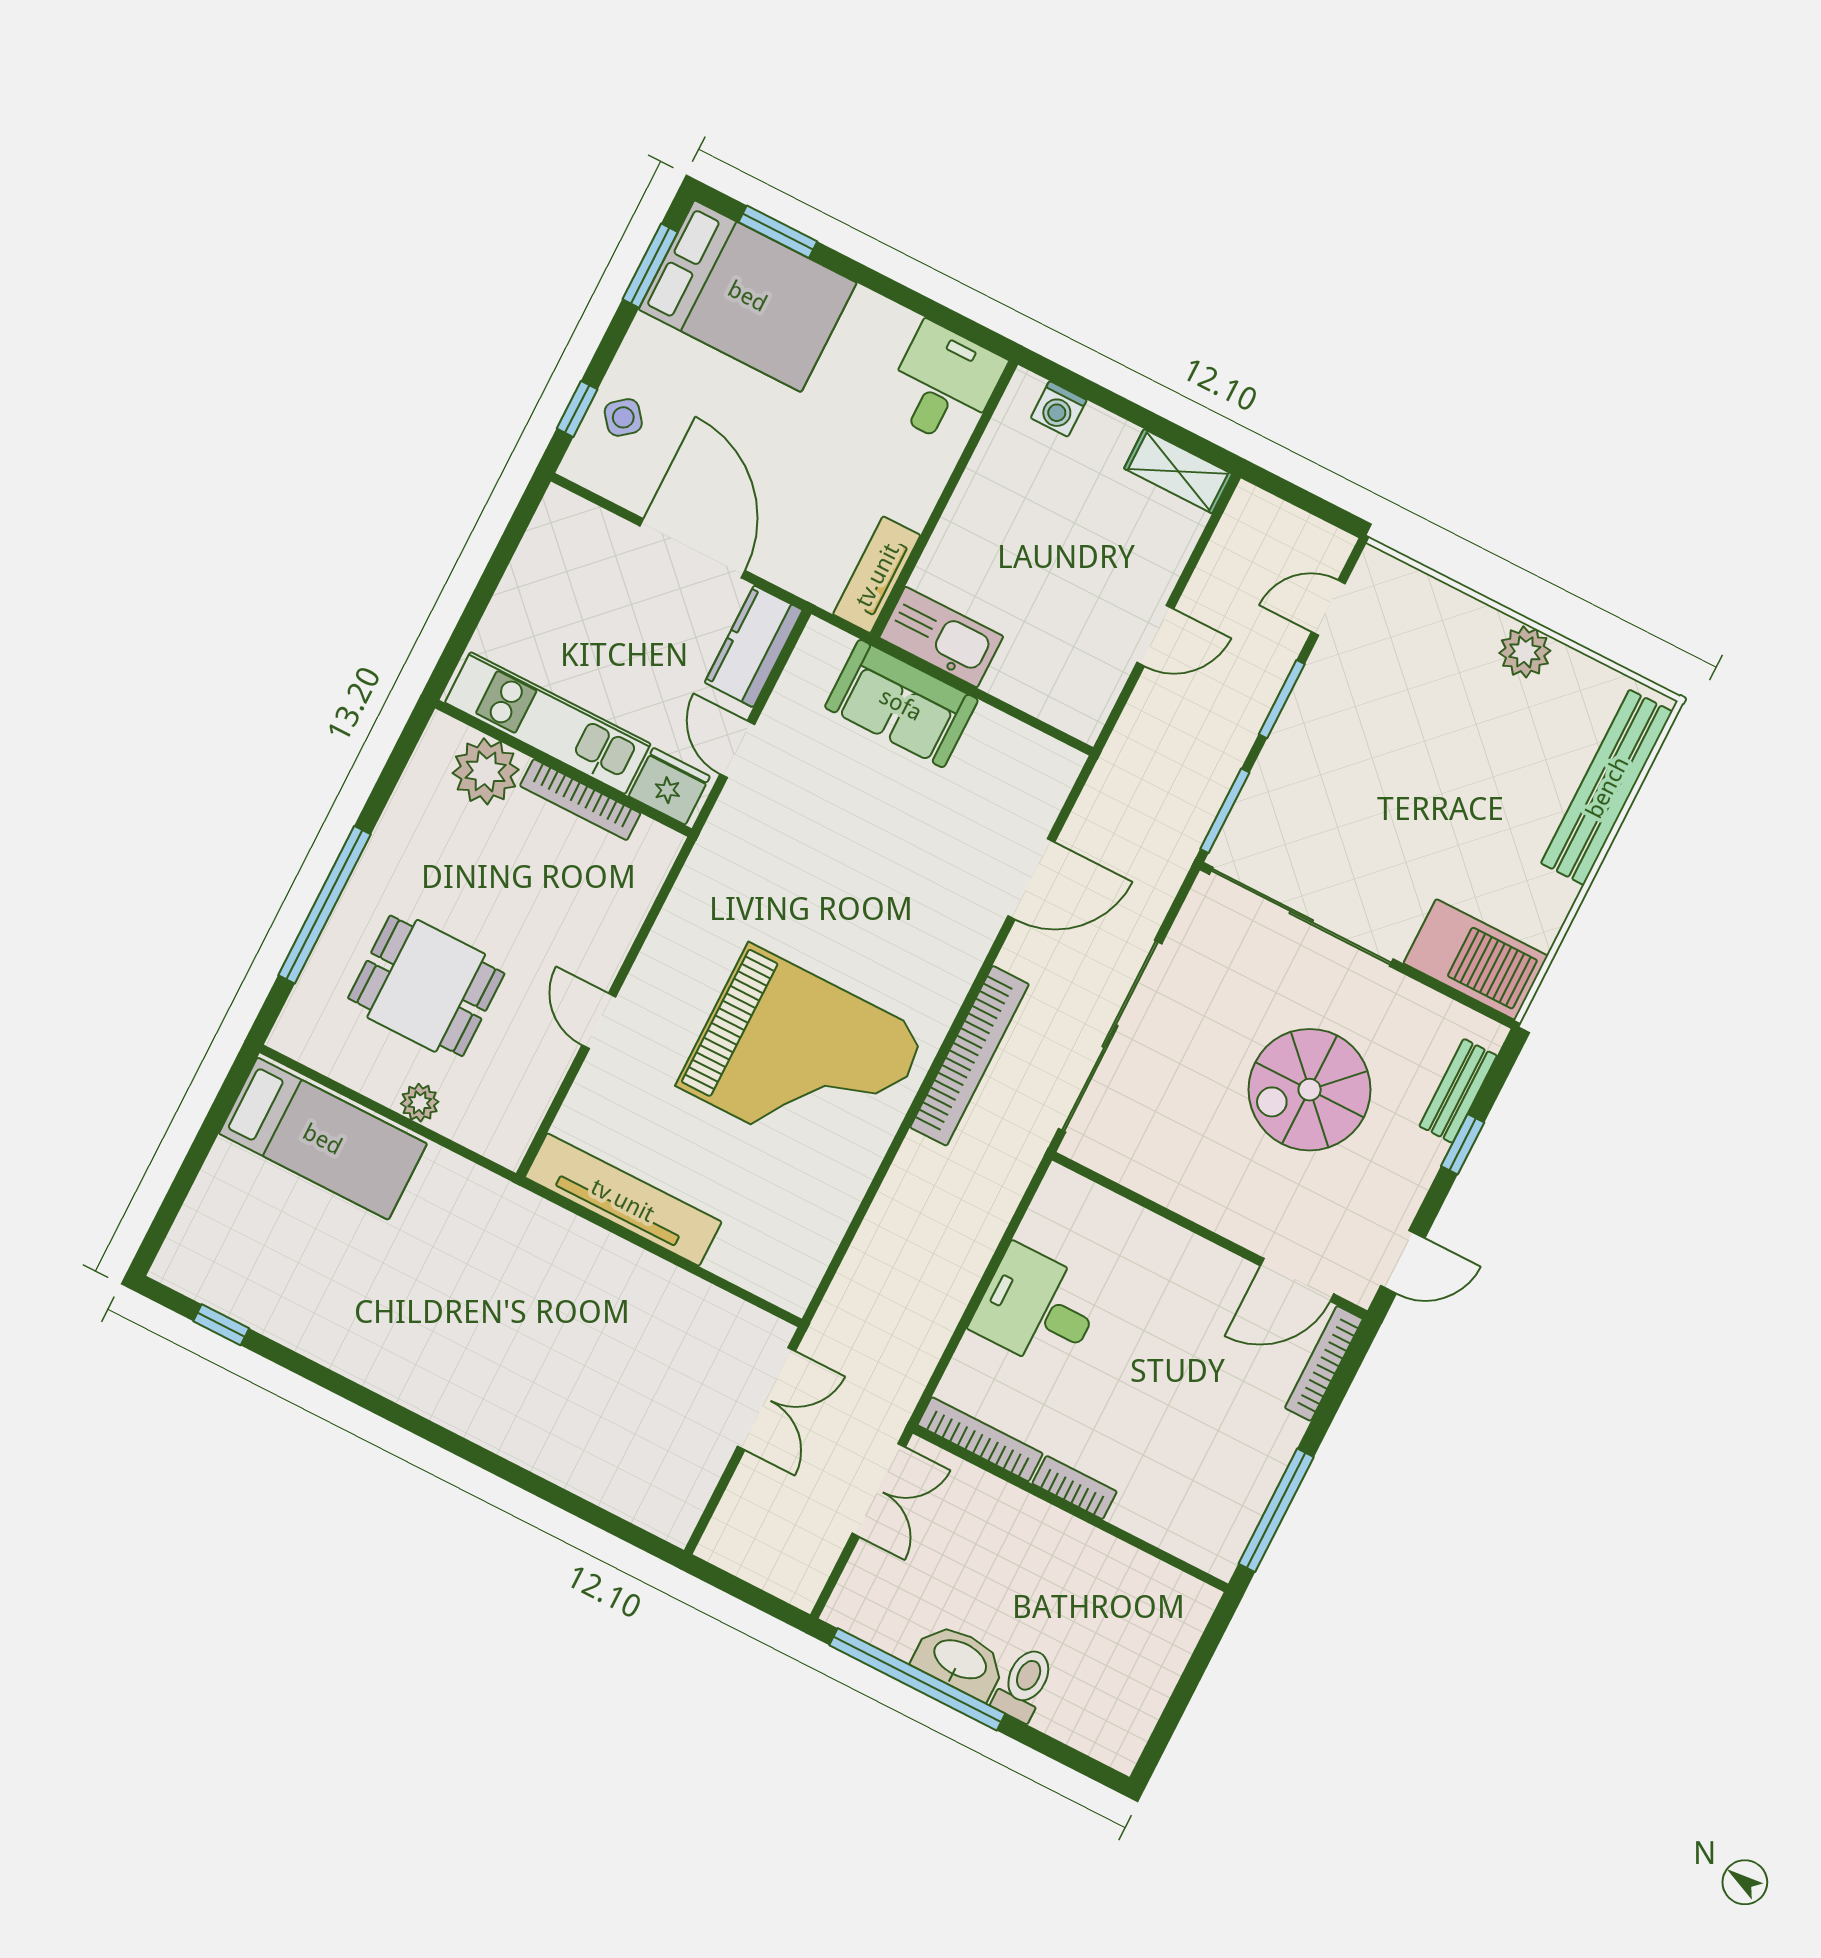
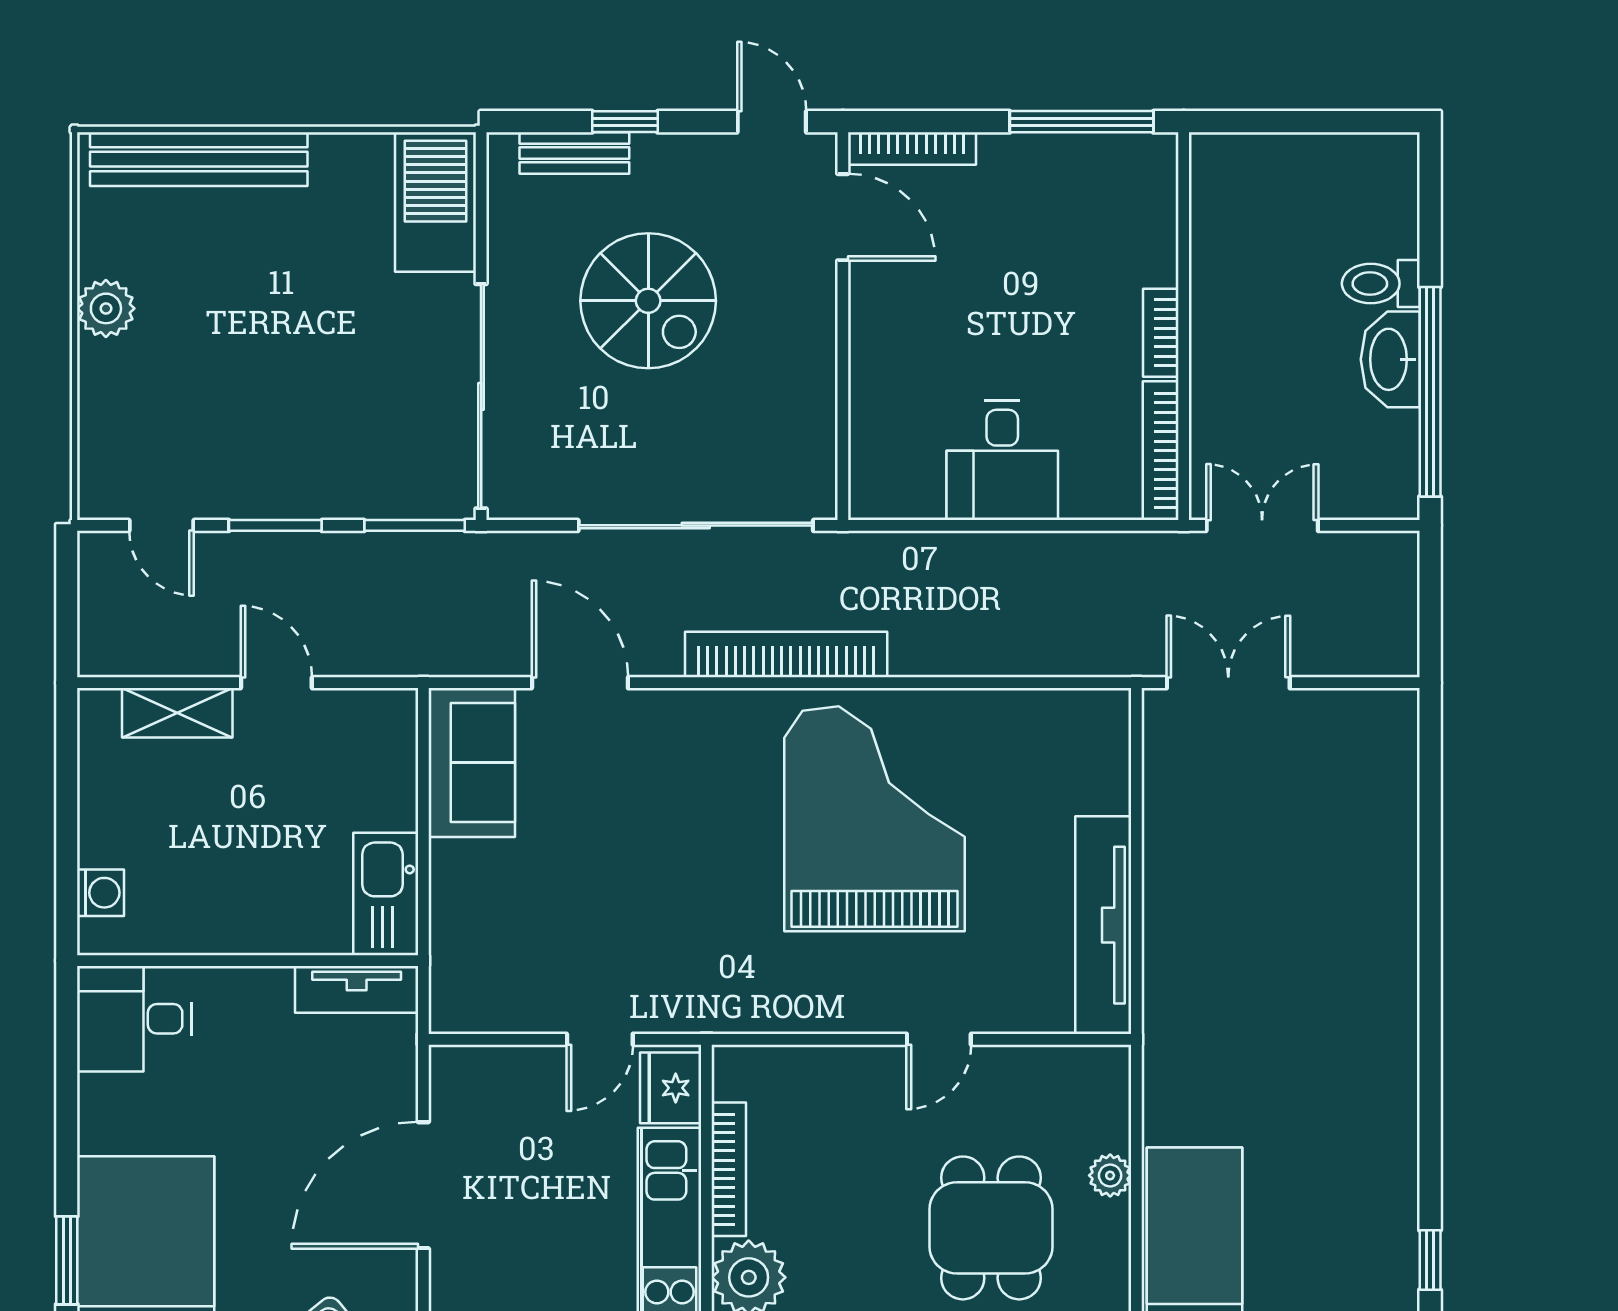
shelving: (1178, 471) -> (177, 713), moved, turned 90
kitchen counter: (754, 646) -> (490, 1075), removed
sofa: (901, 704) -> (472, 763), moved

